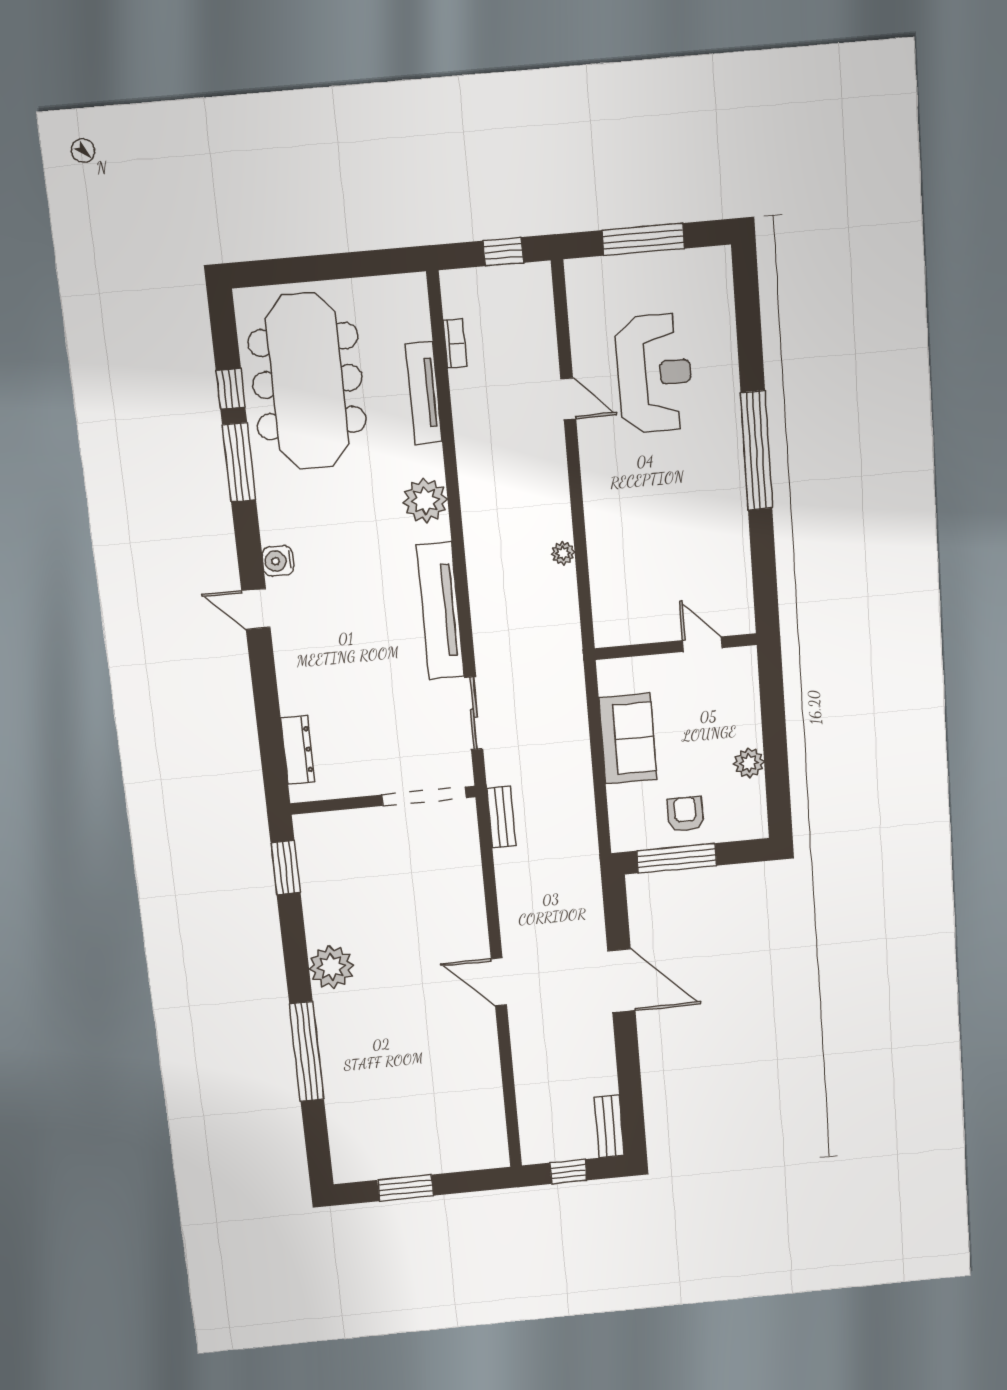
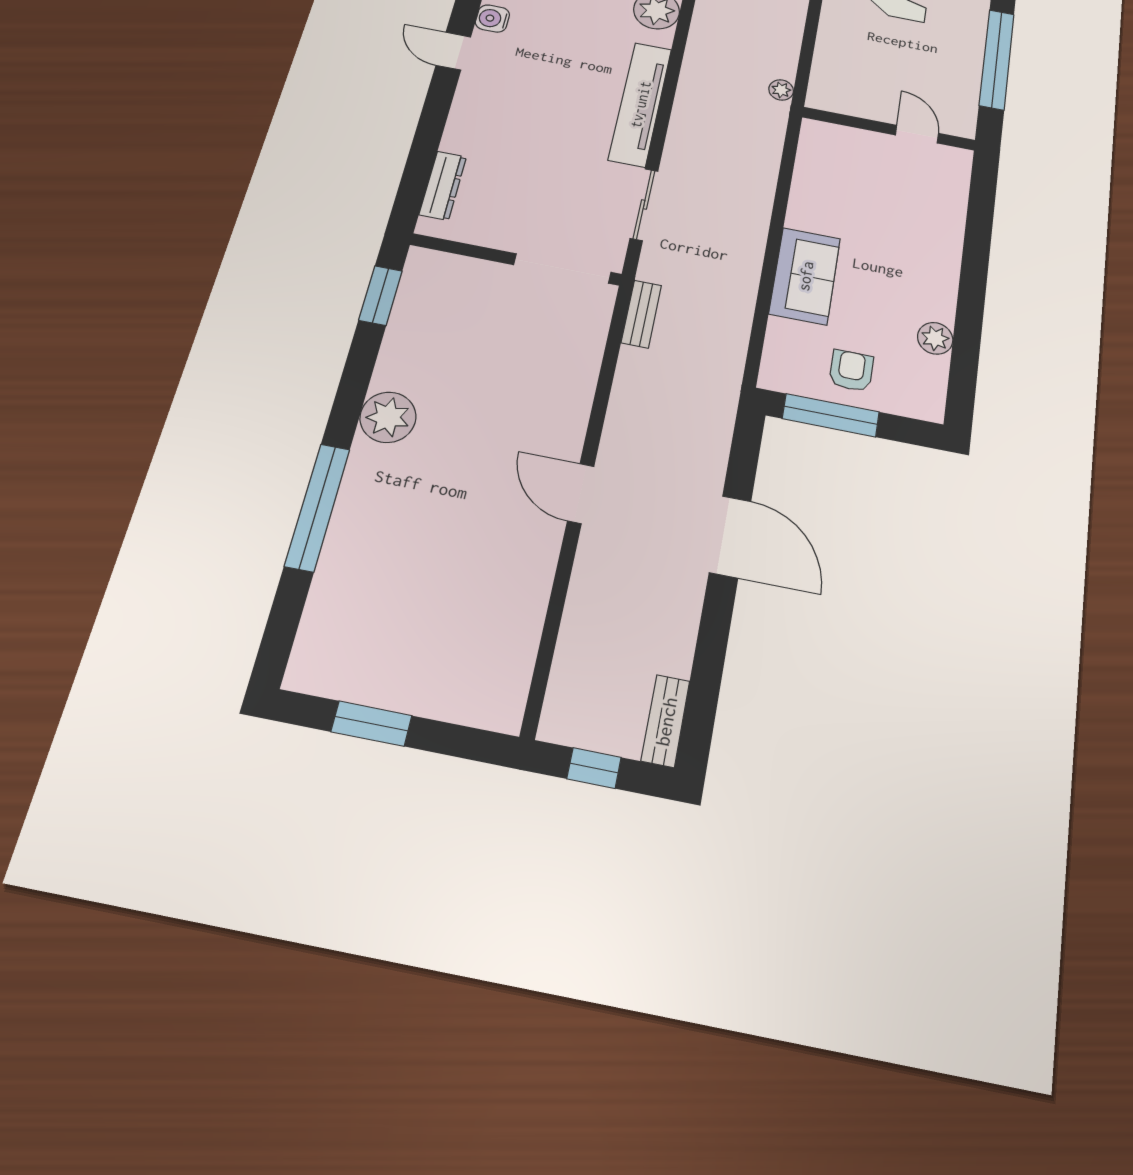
door: (702, 644) -> (917, 134), moved
wall: (676, 647) -> (889, 129), moved

